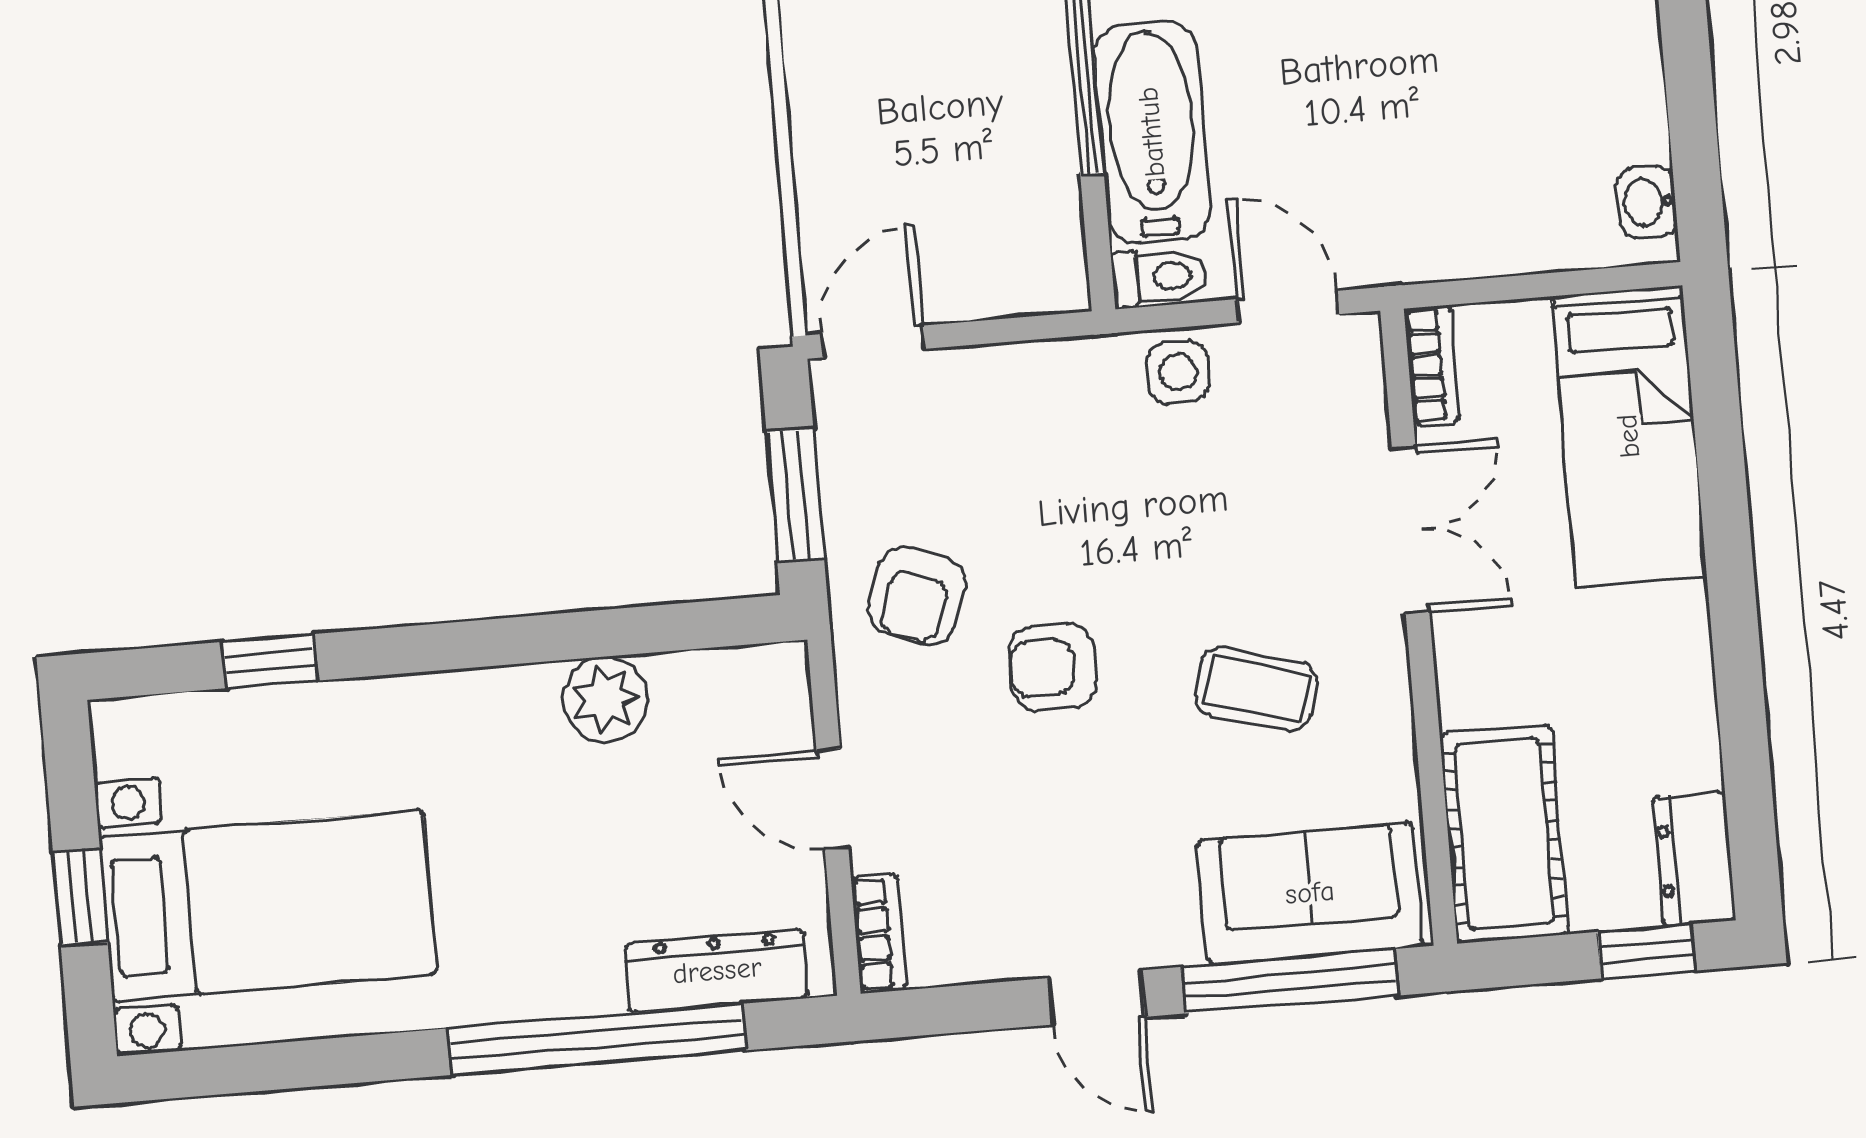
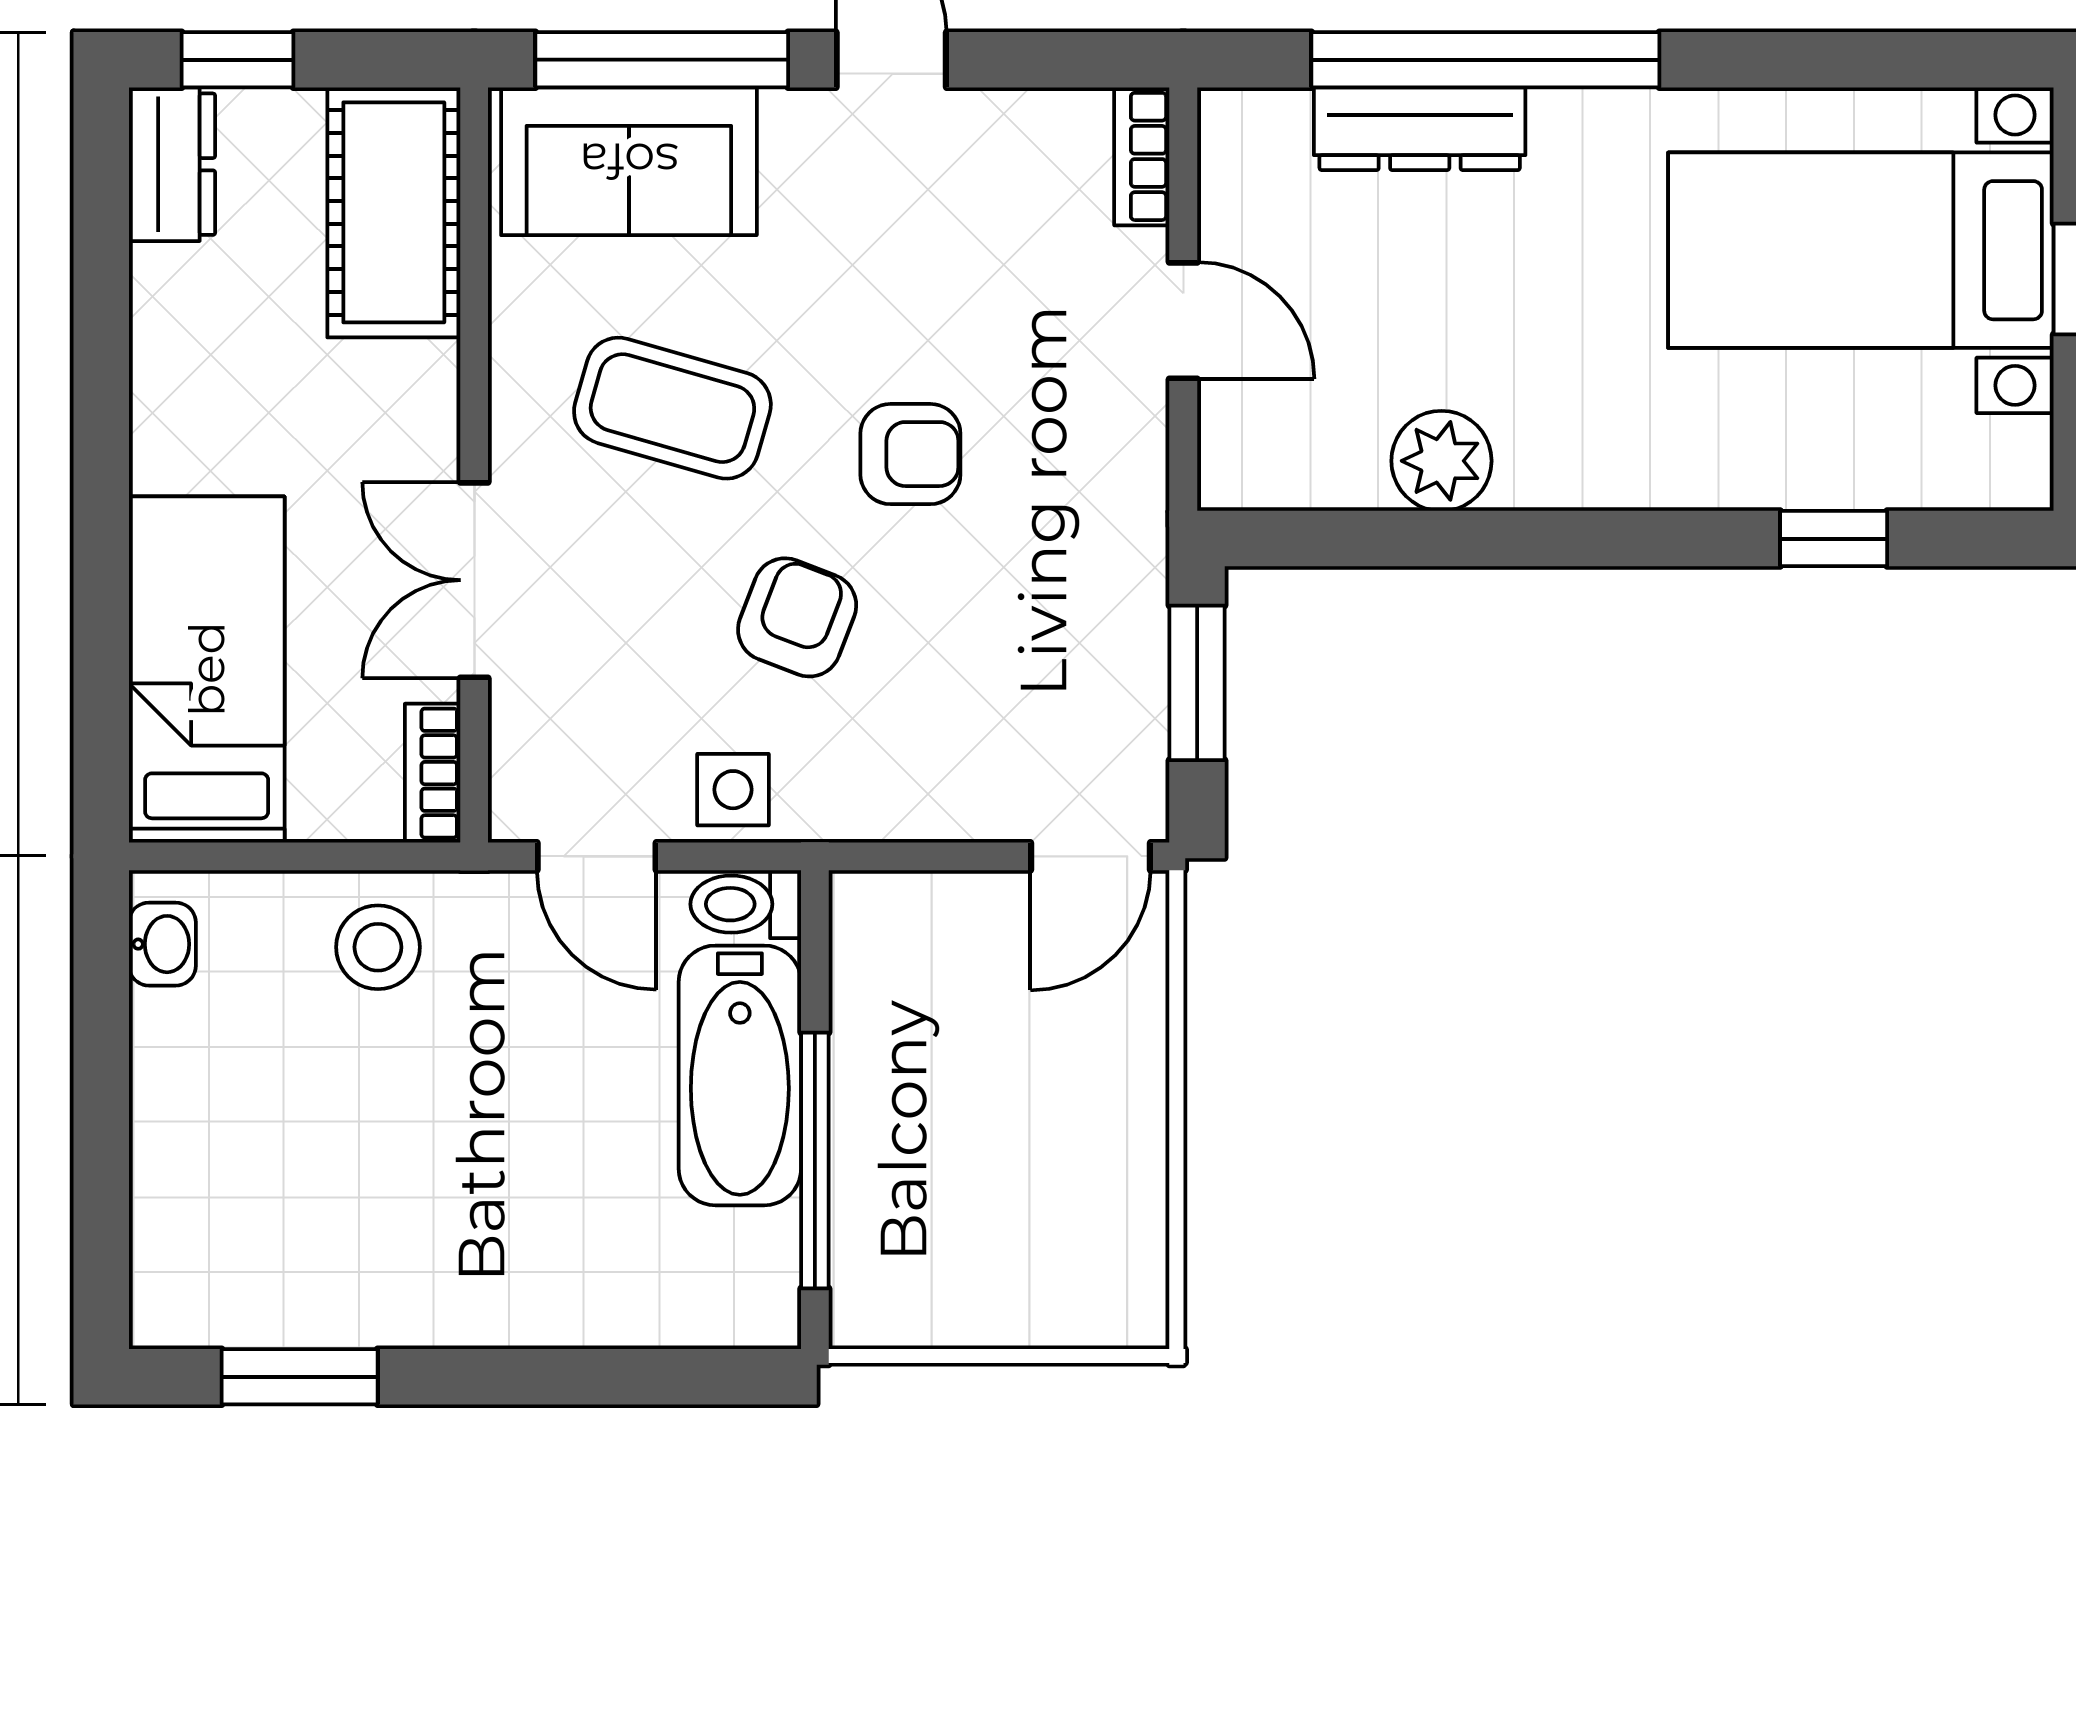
stool: (1466, 215) -> (378, 947), added
armchair: (917, 596) -> (797, 617), moved
coffee table: (1256, 689) -> (672, 408), width x1.36, depth x1.30
dresser: (717, 971) -> (1420, 129), moved

